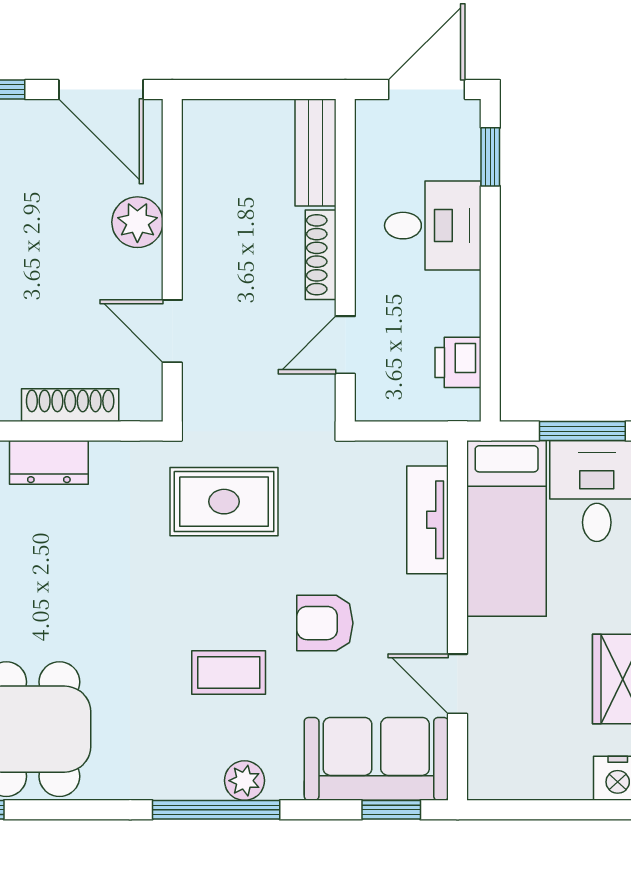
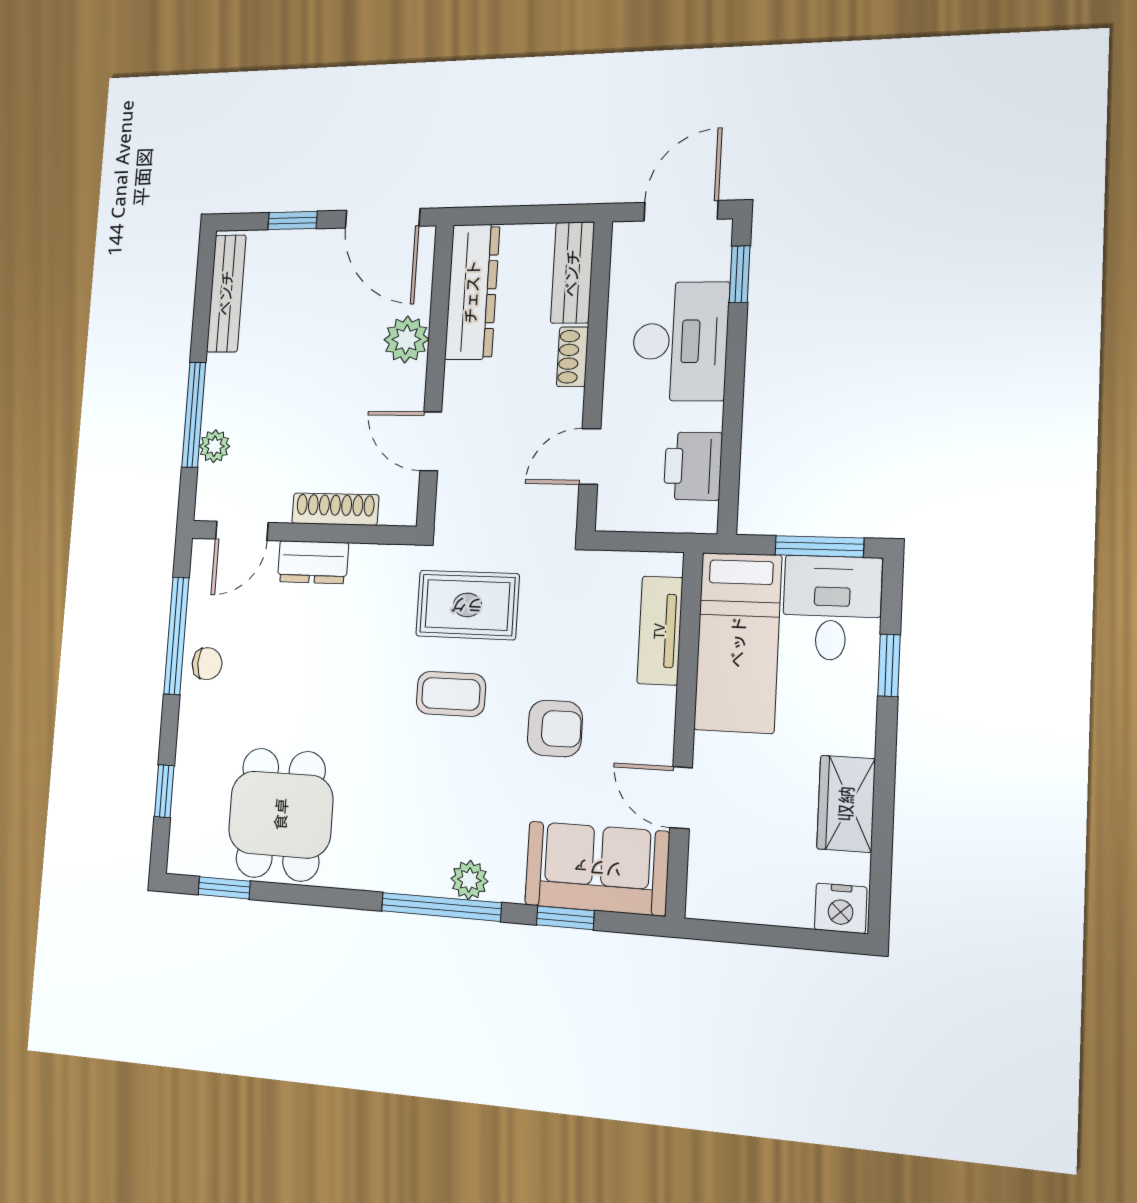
dresser: (208, 172) -> (472, 292), added
desk: (433, 226) -> (680, 341), width x1.37
shoe rack: (321, 255) -> (572, 357), width x0.70
printer: (458, 362) -> (693, 466), width x1.36, depth x1.24
armchair: (325, 623) -> (555, 728), turned 180
coffee table: (229, 673) -> (451, 694), moved
window: (391, 810) -> (565, 918), moved

